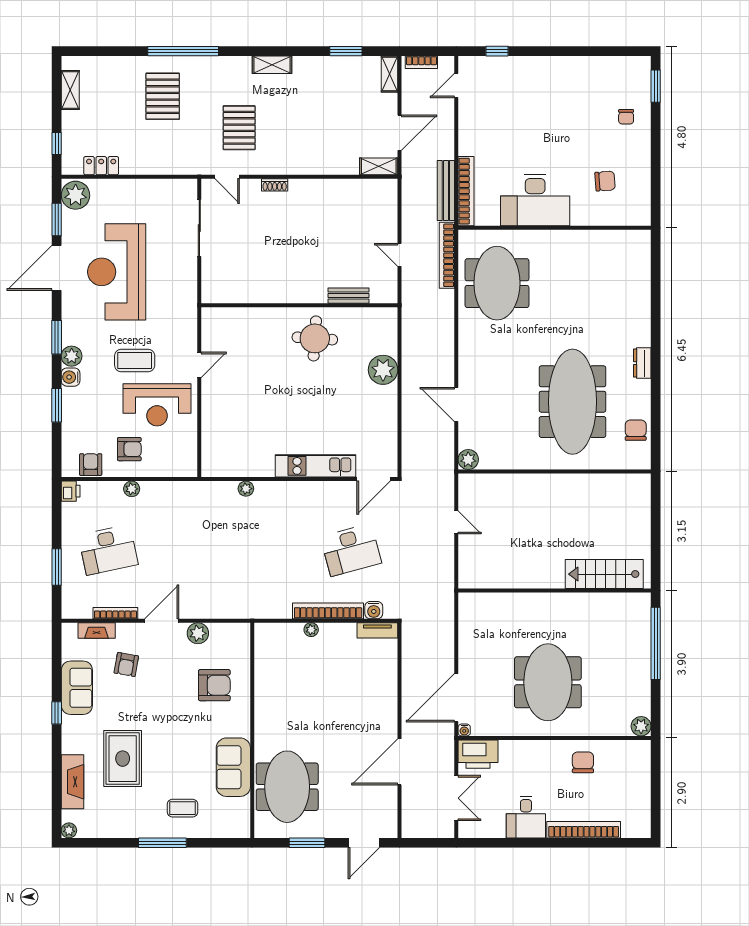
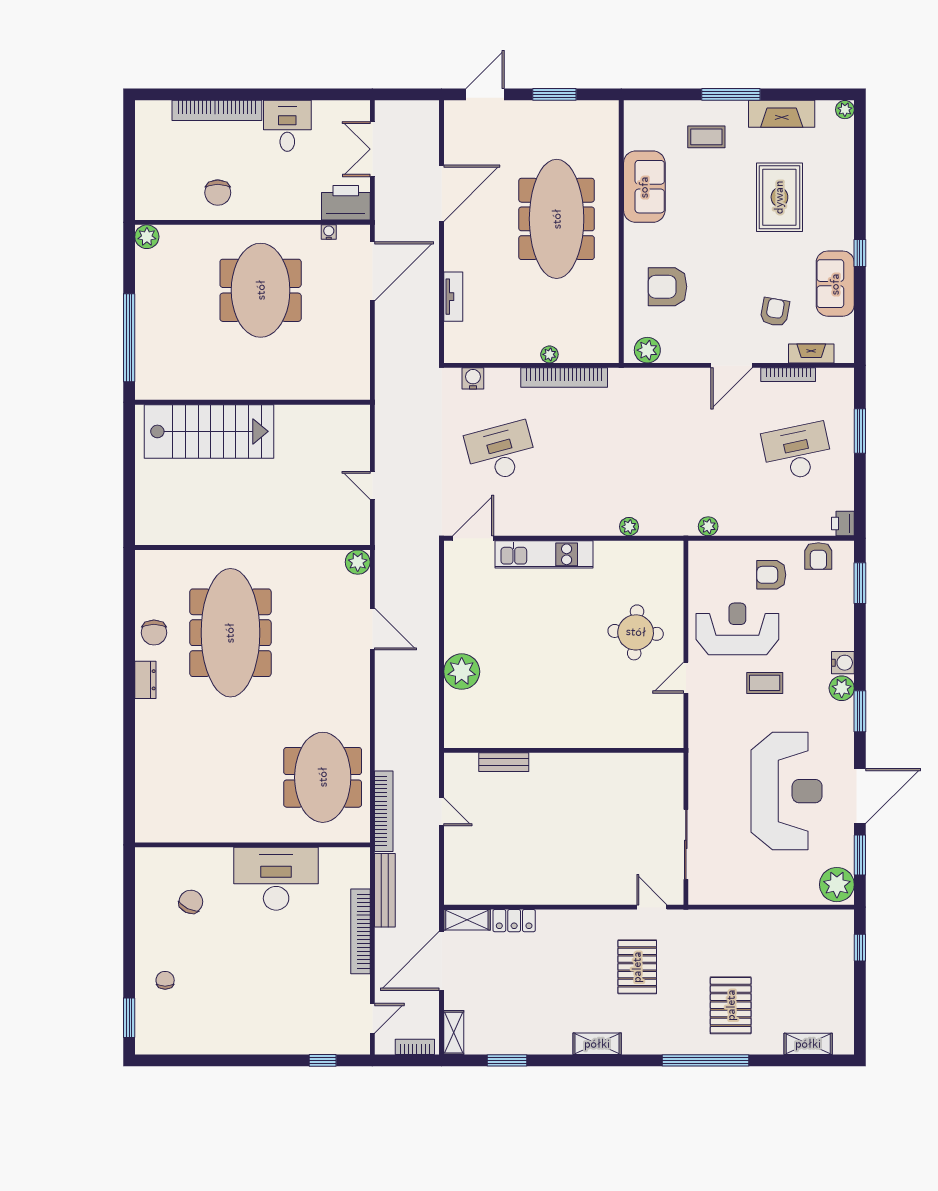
shelving: (70, 90) -> (808, 1044), moved, turned 90
door: (400, 133) -> (441, 961), width x1.36
locker: (101, 166) -> (514, 921), moved
chair: (605, 181) -> (191, 902), turned 120
shoe rack: (275, 185) -> (594, 897), removed
bookcase: (466, 191) -> (360, 931), moved
round table: (315, 338) -> (636, 632), moved
coffee table: (135, 360) -> (765, 683), width x0.73, depth x0.77
window: (57, 405) -> (860, 583), moved
chair: (636, 430) -> (154, 633), moved
plant: (132, 489) -> (708, 526), moved
stairs: (604, 574) -> (209, 431), width x1.36, depth x1.51
bookcase: (328, 611) -> (564, 377), moved
tv unit: (377, 630) -> (453, 297), moved, turned 90
plant: (198, 633) -> (647, 350), moved
water cooler: (464, 730) -> (329, 232), moved
fireplace: (73, 782) -> (782, 114), moved, turned -90
meeting table: (287, 787) -> (557, 219), moved, width x1.36

